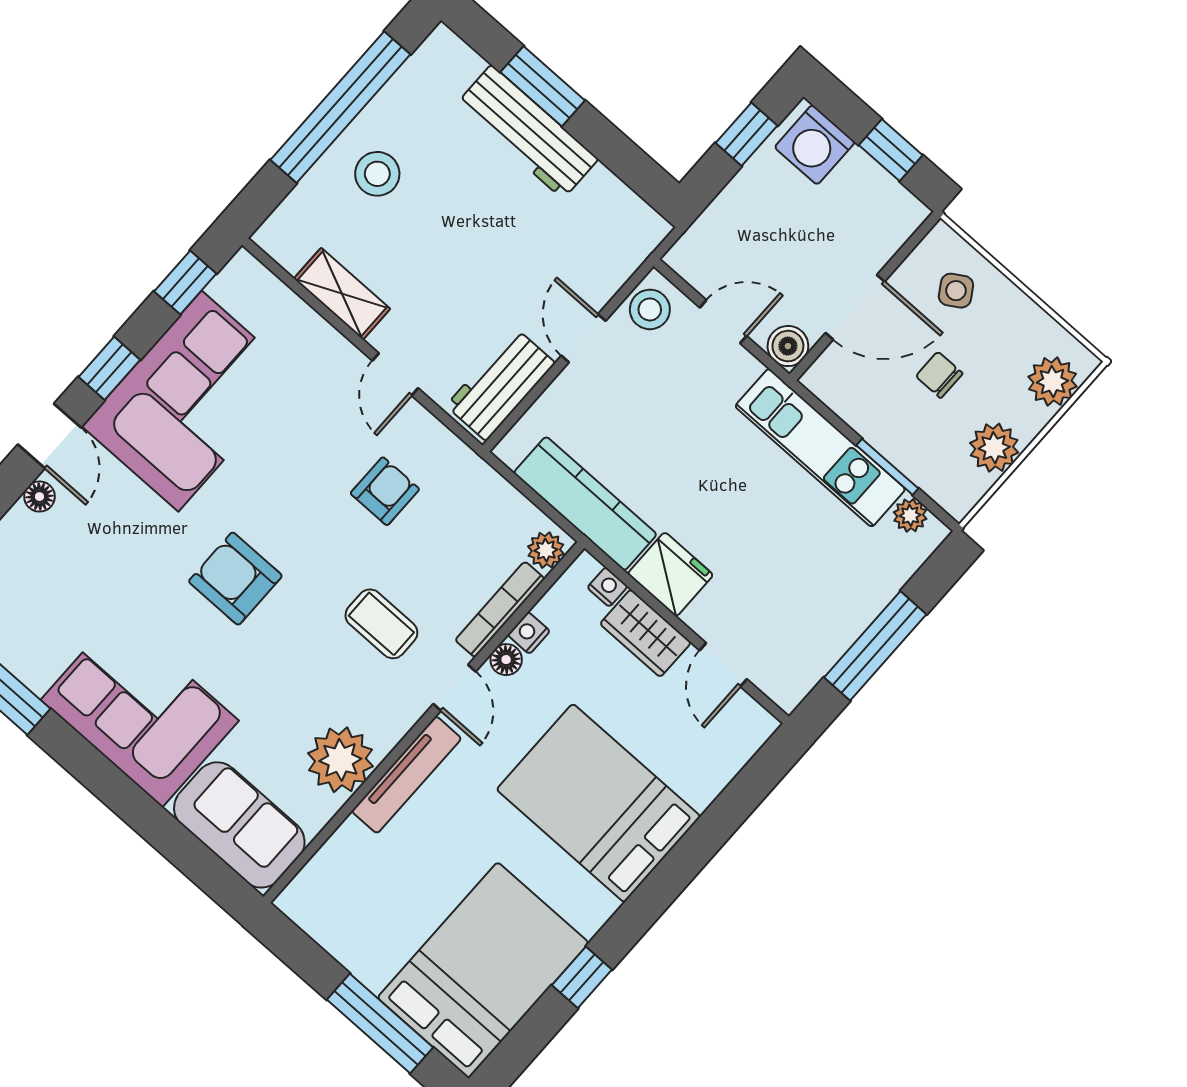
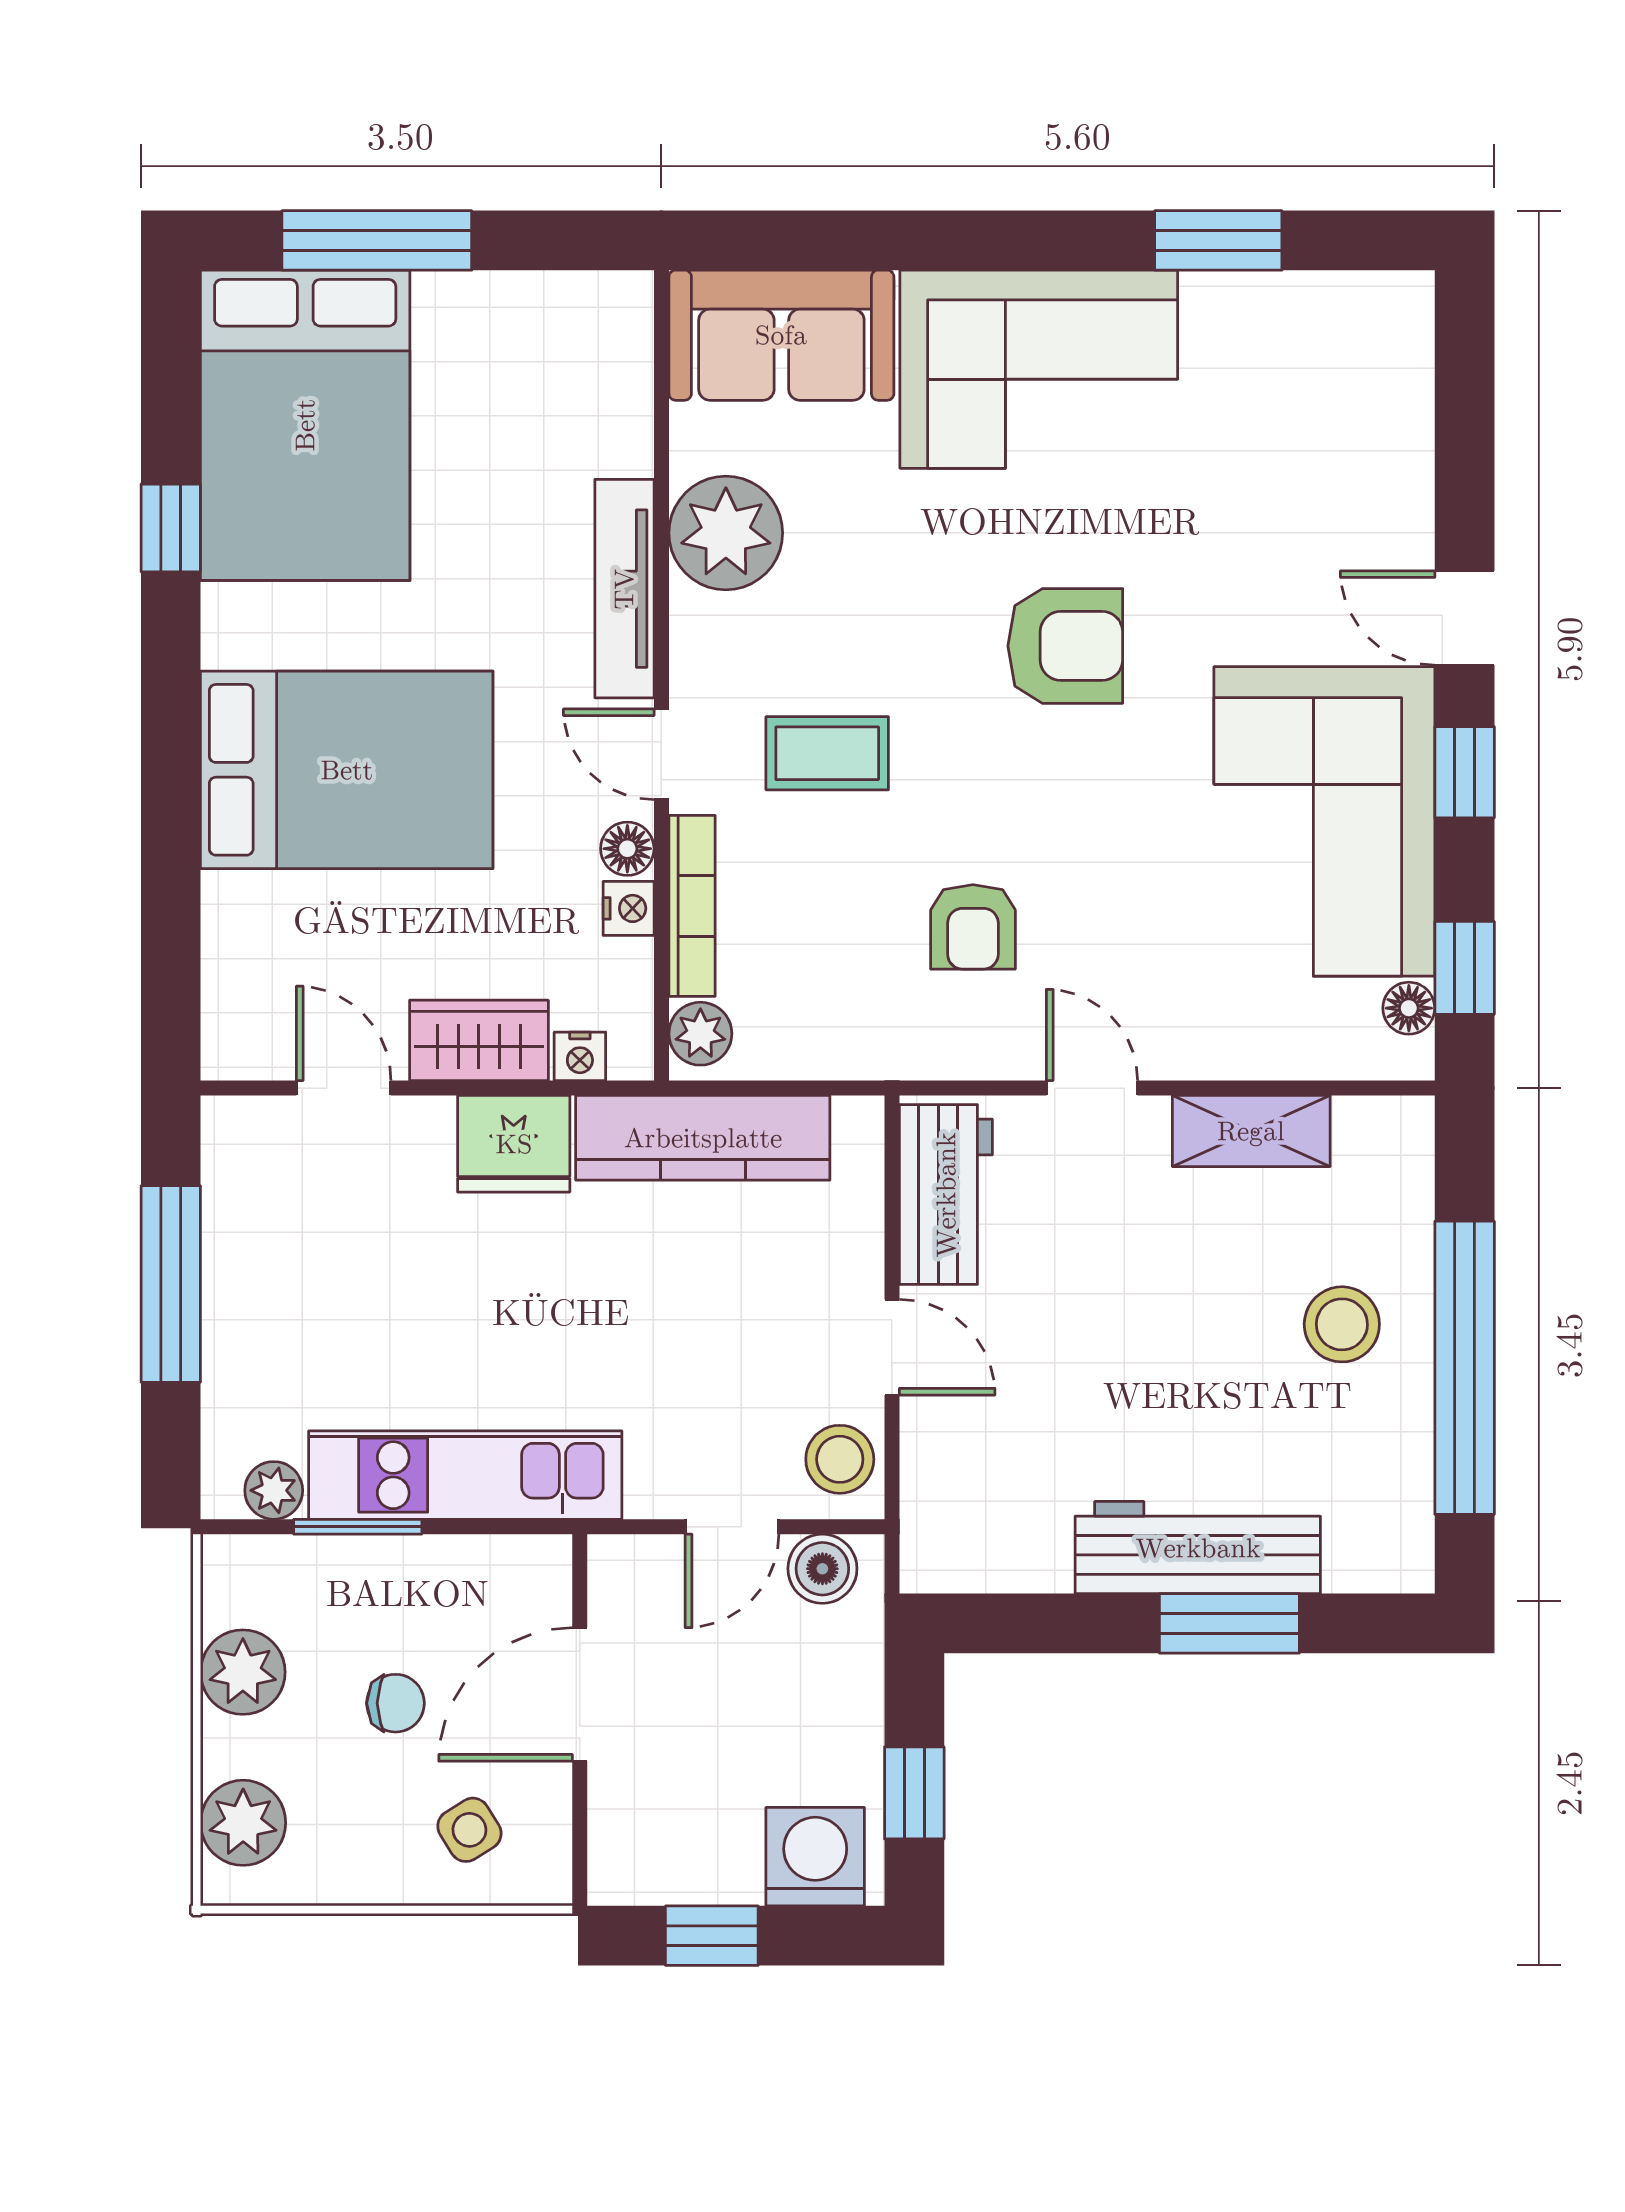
boiler: (788, 346) -> (822, 1569), moved
floor lamp: (39, 497) -> (1409, 1008), moved

